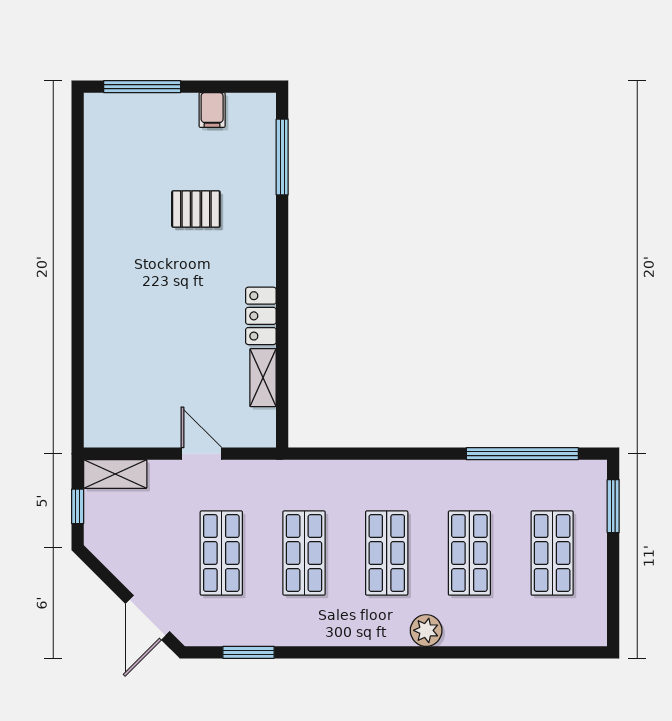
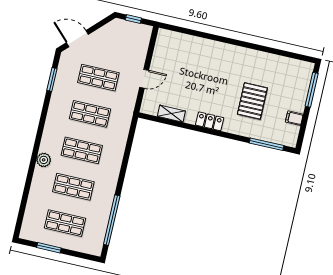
pallet: (196, 209) -> (252, 101), width x1.50, depth x1.42
locker: (261, 316) -> (210, 121), moved
shelving: (115, 474) -> (144, 39), removed
window: (613, 506) -> (49, 248), moved

